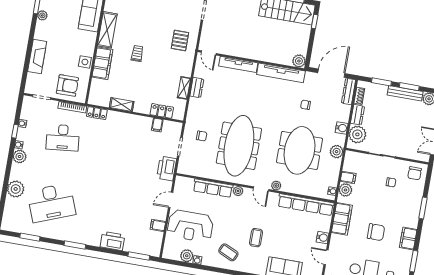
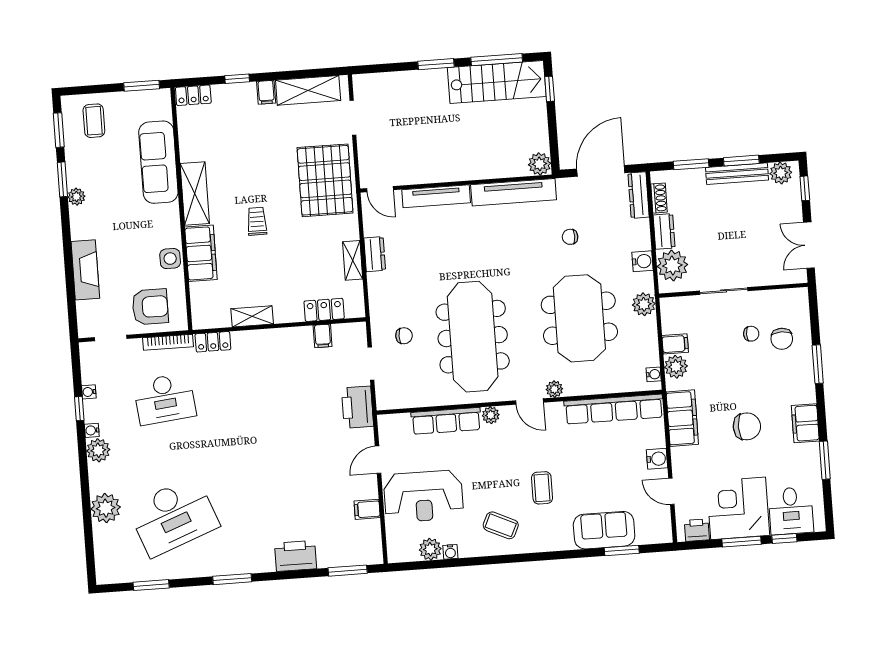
pallet: (180, 41) -> (325, 180), width x2.05, depth x2.00
chair: (415, 173) -> (782, 339), moved

